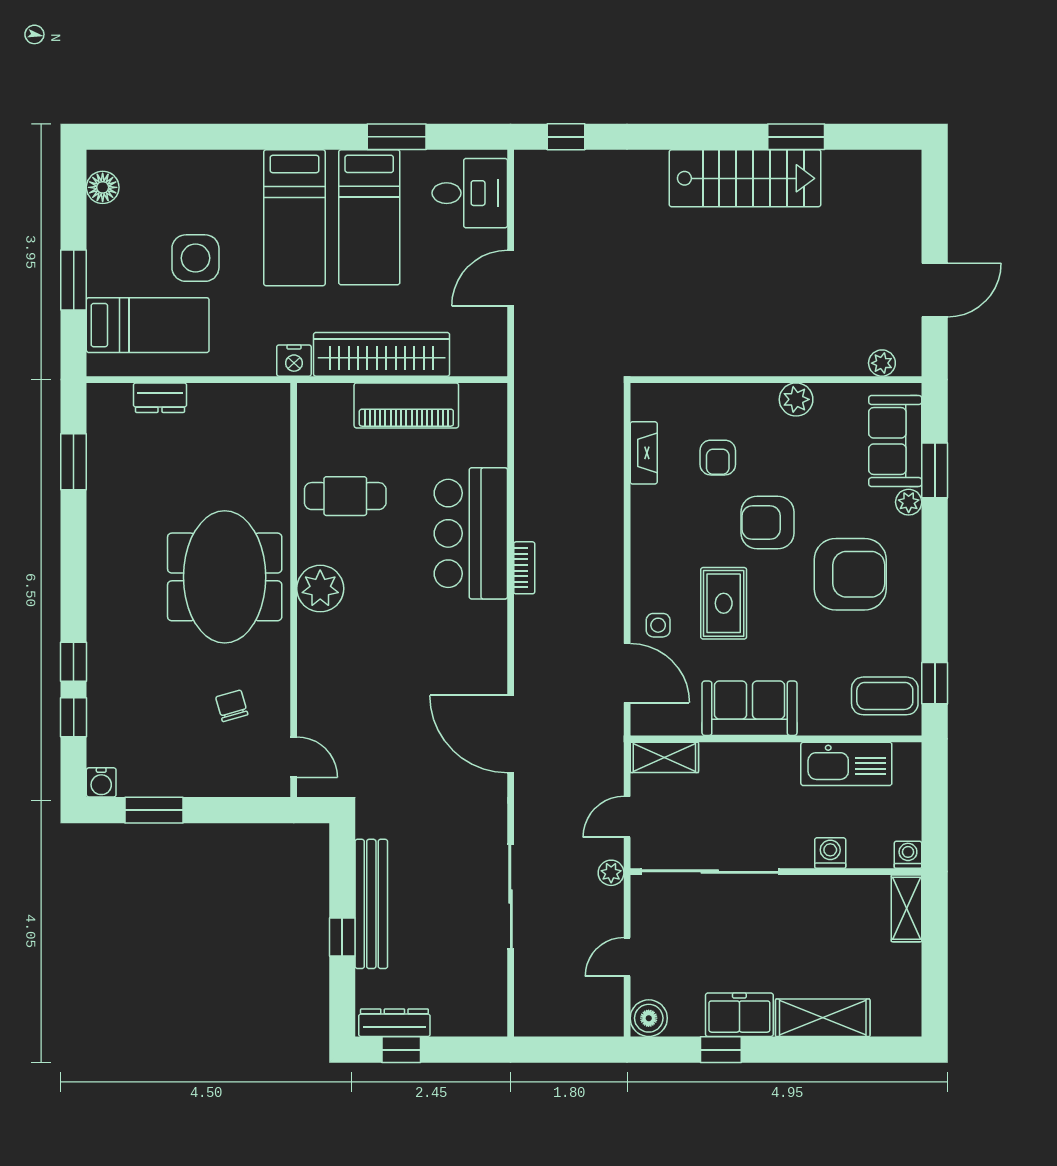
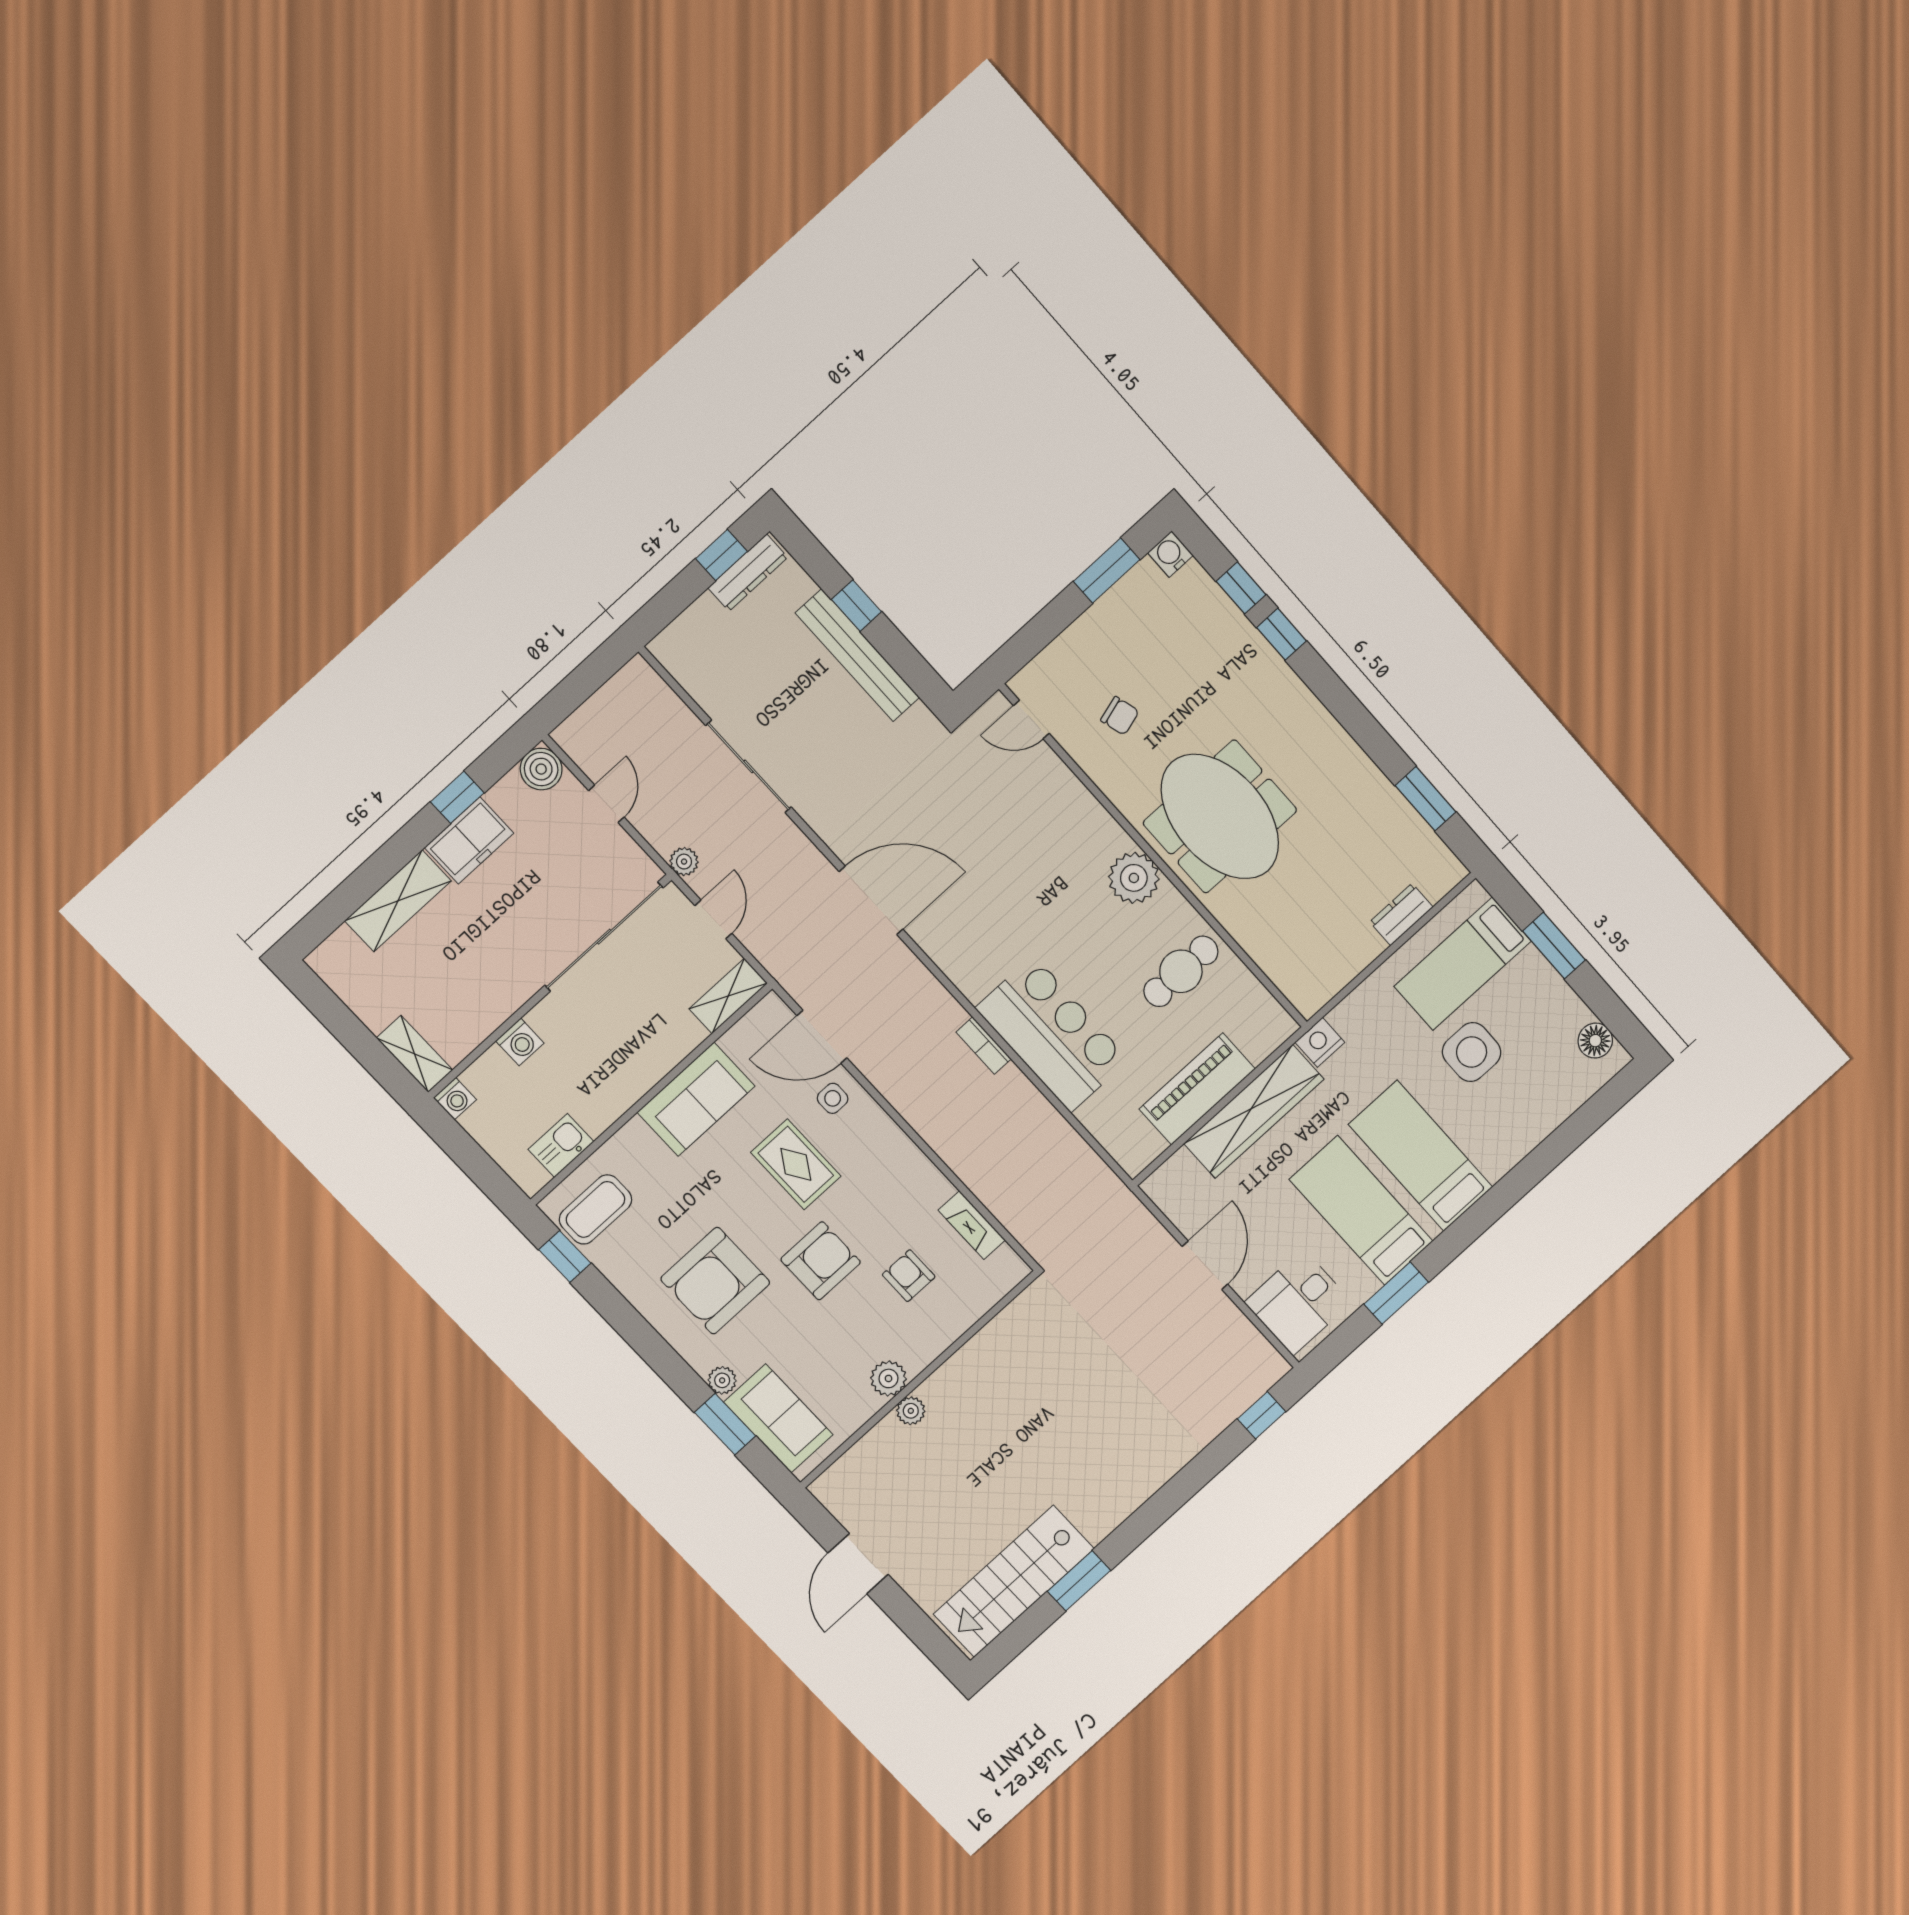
stairs: (745, 178) -> (1014, 1581), moved
plant: (882, 363) -> (911, 1411), moved
kitchen sink: (846, 764) -> (561, 1145), width x0.53, depth x0.81

